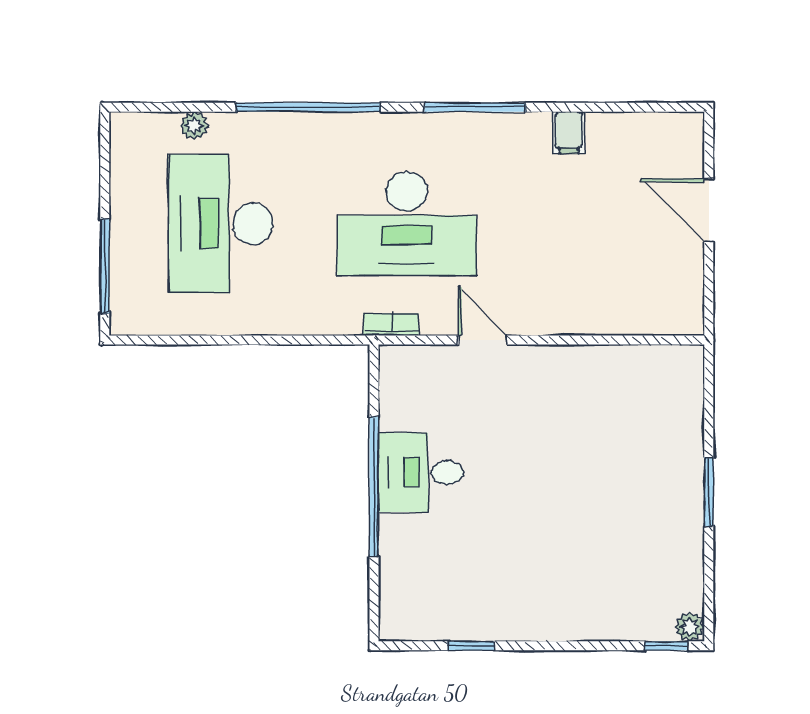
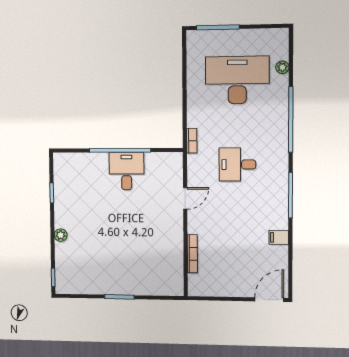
door: (709, 210) -> (269, 300), moved
desk: (407, 224) -> (237, 164), width x0.53, depth x0.77
bookcase: (391, 325) -> (192, 141), moved
bookcase: (608, 325) -> (192, 254), added
plant: (690, 627) -> (61, 235), moved

